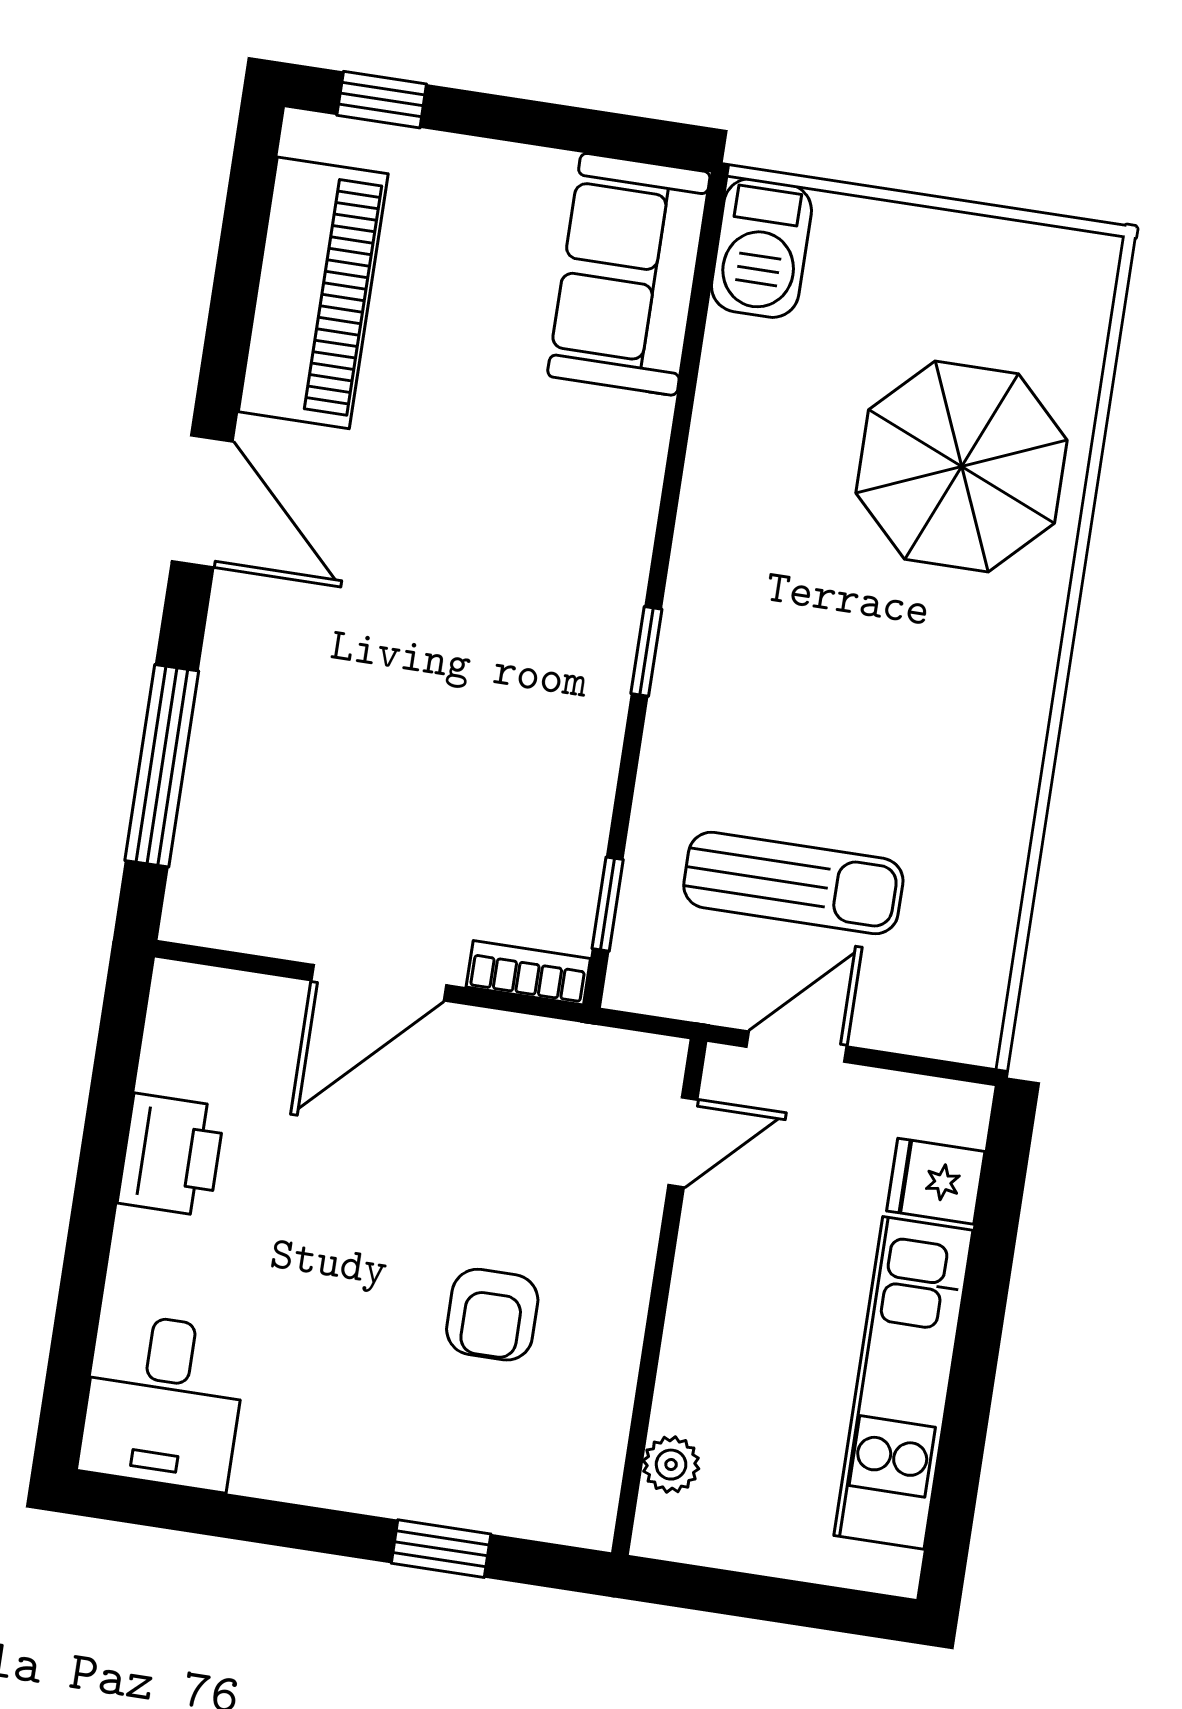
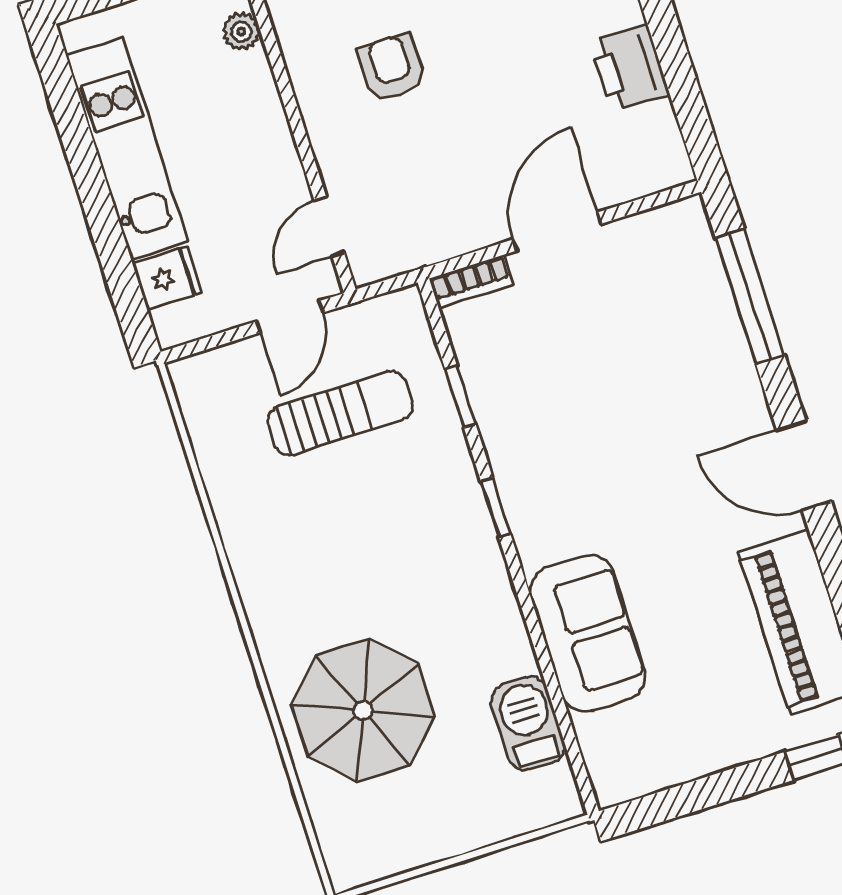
barbecue: (761, 248) -> (528, 724), moved
sofa: (629, 274) -> (588, 633), moved
sun lounger: (793, 883) -> (340, 413), turned 180
window: (608, 904) -> (460, 397), moved

